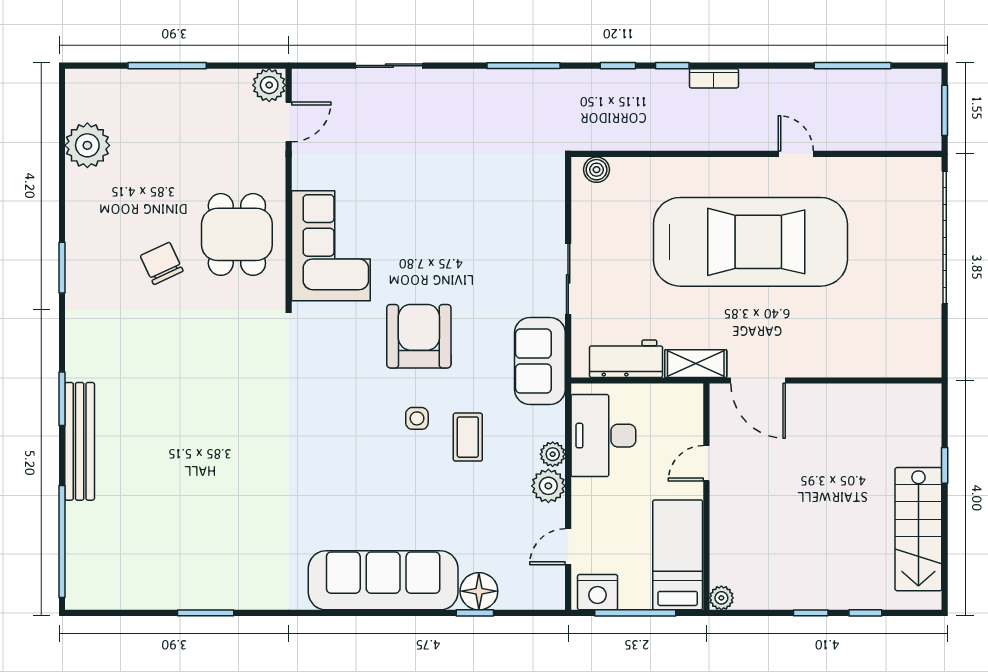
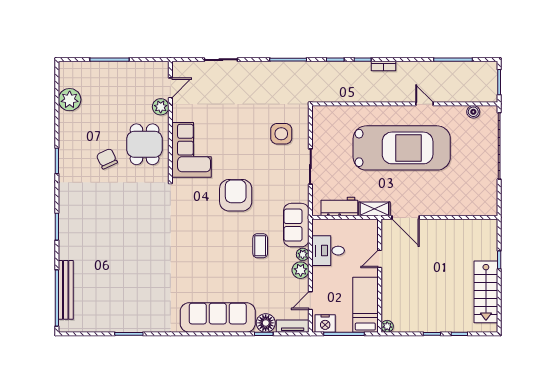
plant: (269, 85) -> (161, 107), moved
boiler: (597, 170) -> (473, 112), moved
sofa: (540, 361) -> (296, 225), moved
side table: (417, 418) -> (281, 134), moved, width x1.87, depth x1.87
desk: (603, 436) -> (328, 251), width x0.73
bench: (80, 441) -> (66, 290), moved
tv unit: (533, 598) -> (293, 326), added

